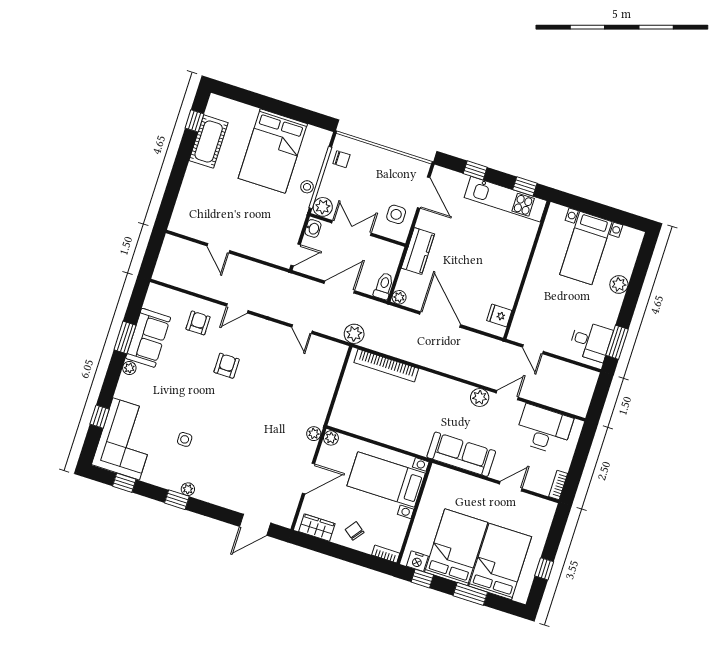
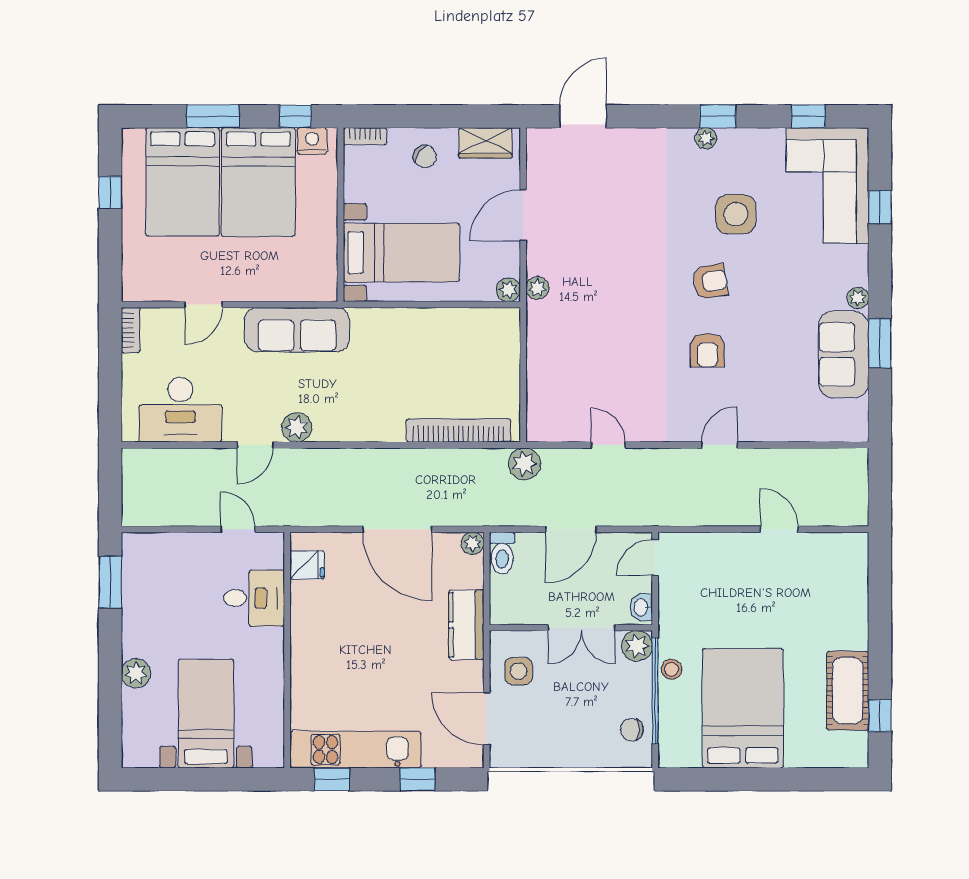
armchair: (198, 323) -> (710, 282), moved, turned -100
desk: (591, 341) -> (254, 598), moved, turned 180
side table: (185, 439) -> (736, 214), width x1.87, depth x1.87

